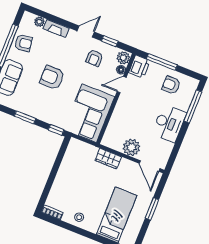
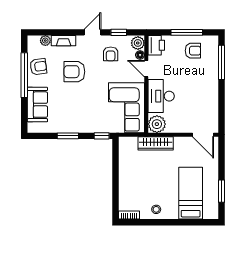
window: (162, 62) -> (187, 32), moved
armchair: (52, 77) -> (74, 72), moved
door: (122, 84) -> (146, 69), hinge flipped
armchair: (171, 85) -> (193, 51), turned 180
desk: (169, 123) -> (161, 96), moved, turned 180
plant: (131, 147) -> (157, 124), moved
wardrobe: (108, 159) -> (156, 143), width x1.50
window: (152, 209) -> (221, 191), moved

